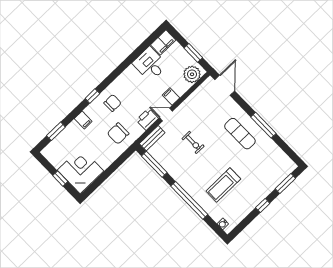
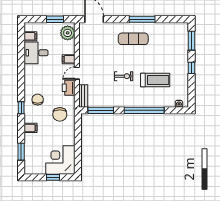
filing cabinet: (163, 42) -> (30, 36), width x0.50
exercise bike: (193, 142) -> (124, 76), moved
treadmill: (223, 185) -> (155, 80), turned -90

